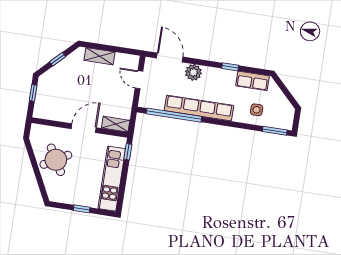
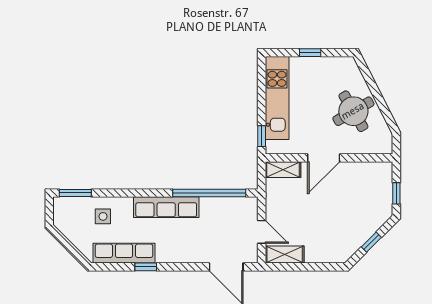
shelving: (100, 56) -> (285, 254), moved
plant: (193, 72) -> (192, 252), removed
row of seats: (253, 81) -> (124, 253), width x1.48
row of seats: (199, 108) -> (166, 207), width x0.73

